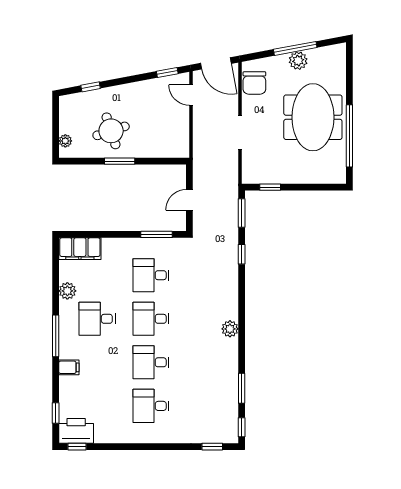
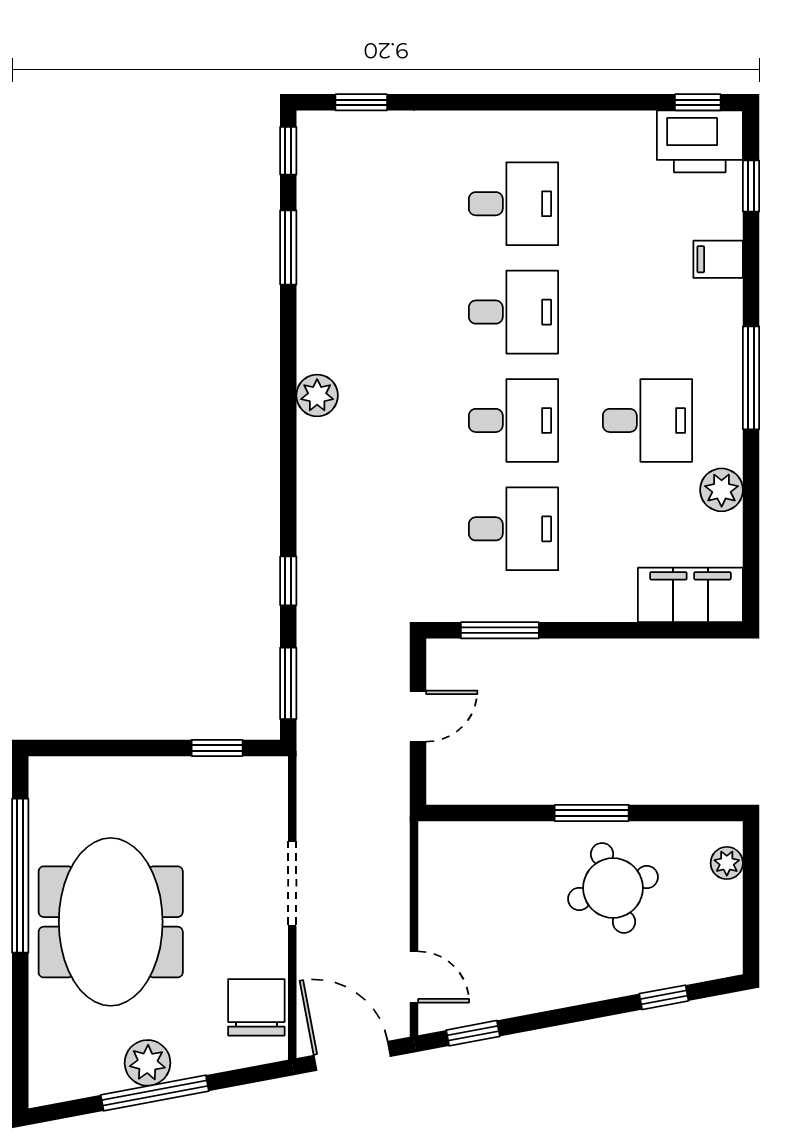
filing cabinet: (69, 367) -> (718, 259), moved

